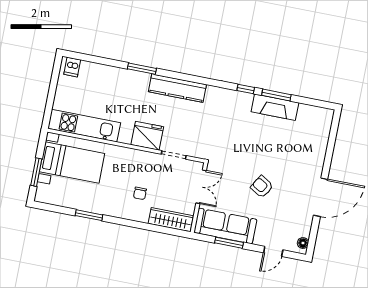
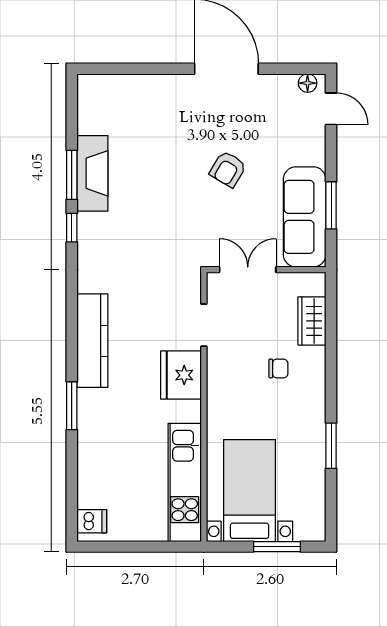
wardrobe: (171, 220) -> (312, 321), width x0.67
door: (273, 251) -> (331, 109), moved

